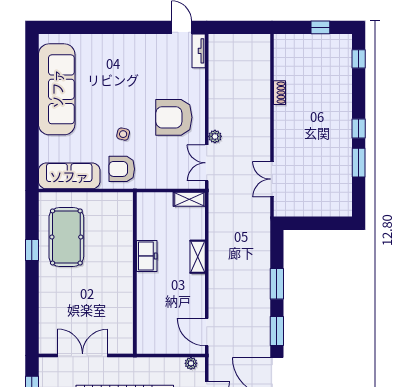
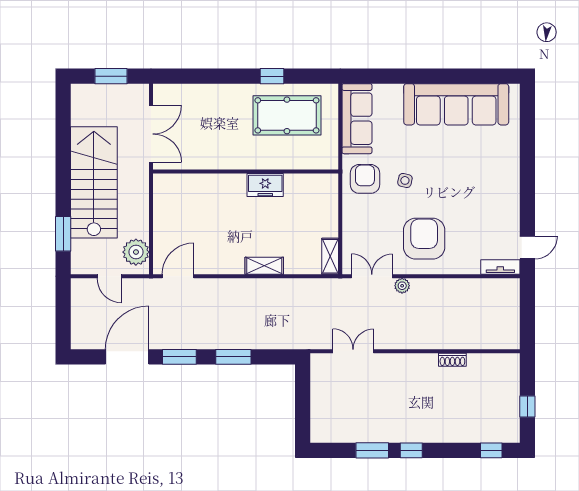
freezer: (147, 256) -> (265, 185), moved
wall: (135, 273) -> (246, 171), moved
plant: (191, 363) -> (136, 252), width x1.88, depth x1.88

